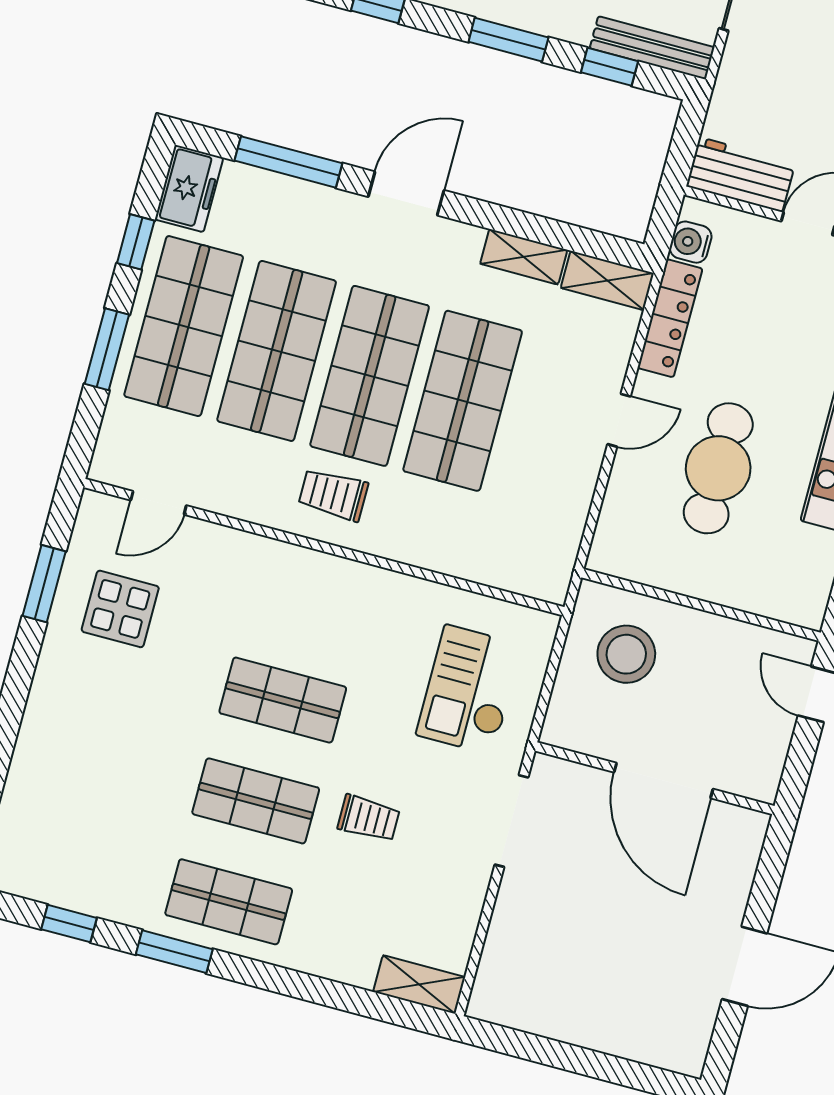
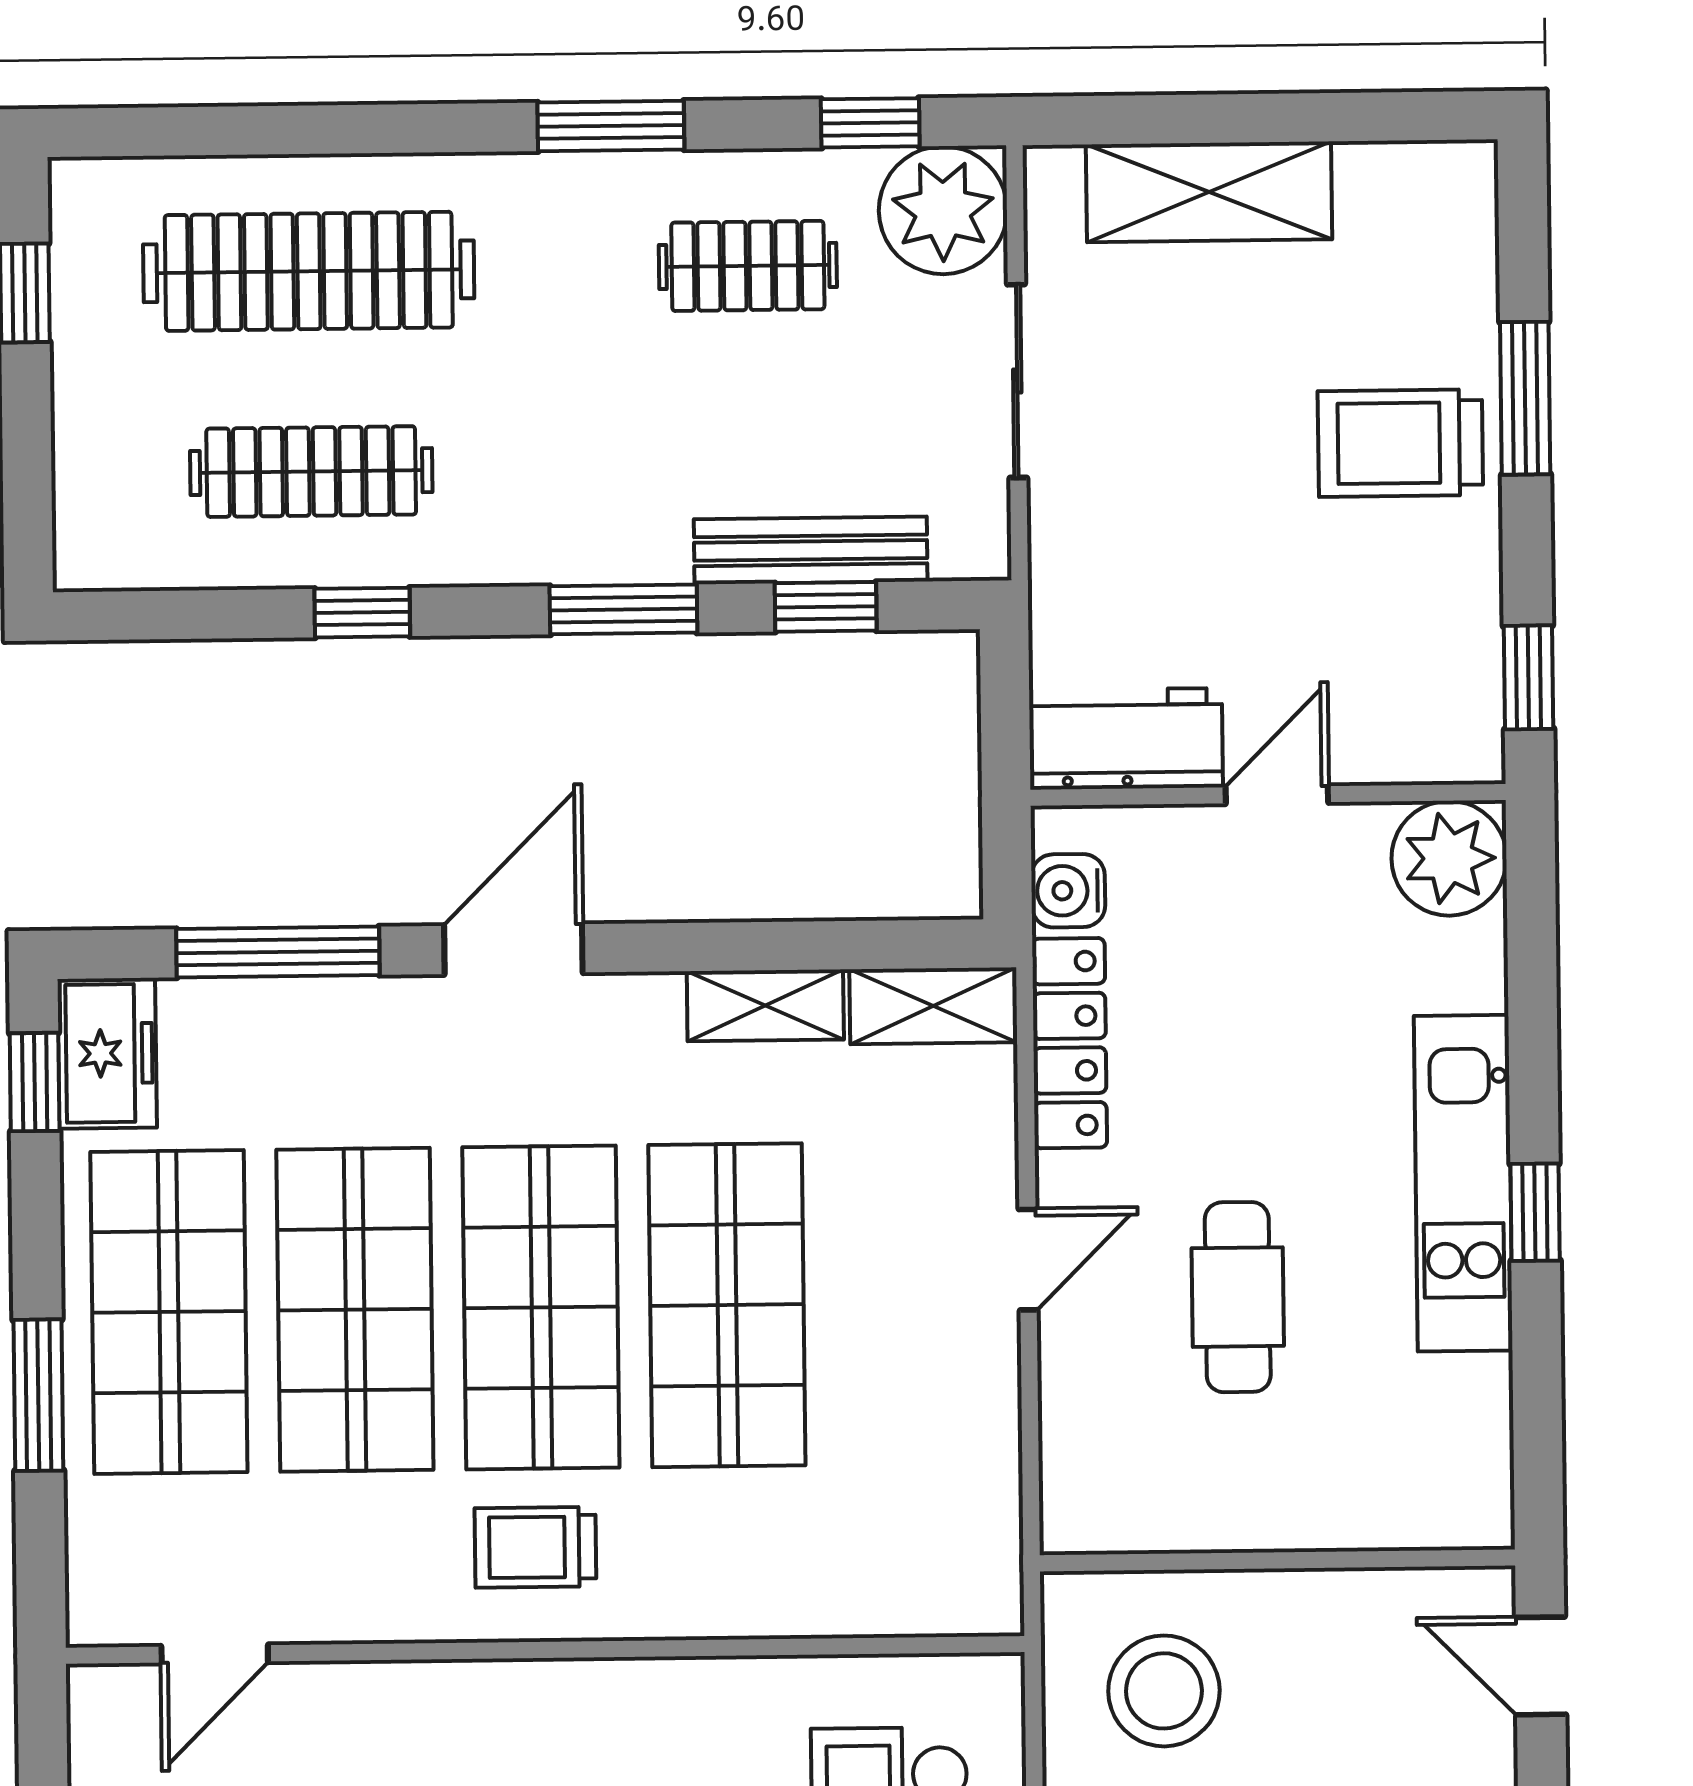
bench: (652, 48) -> (811, 550), moved
window: (136, 242) -> (35, 1082), moved
cafe table: (718, 468) -> (1238, 1297), width x0.73, depth x0.74

